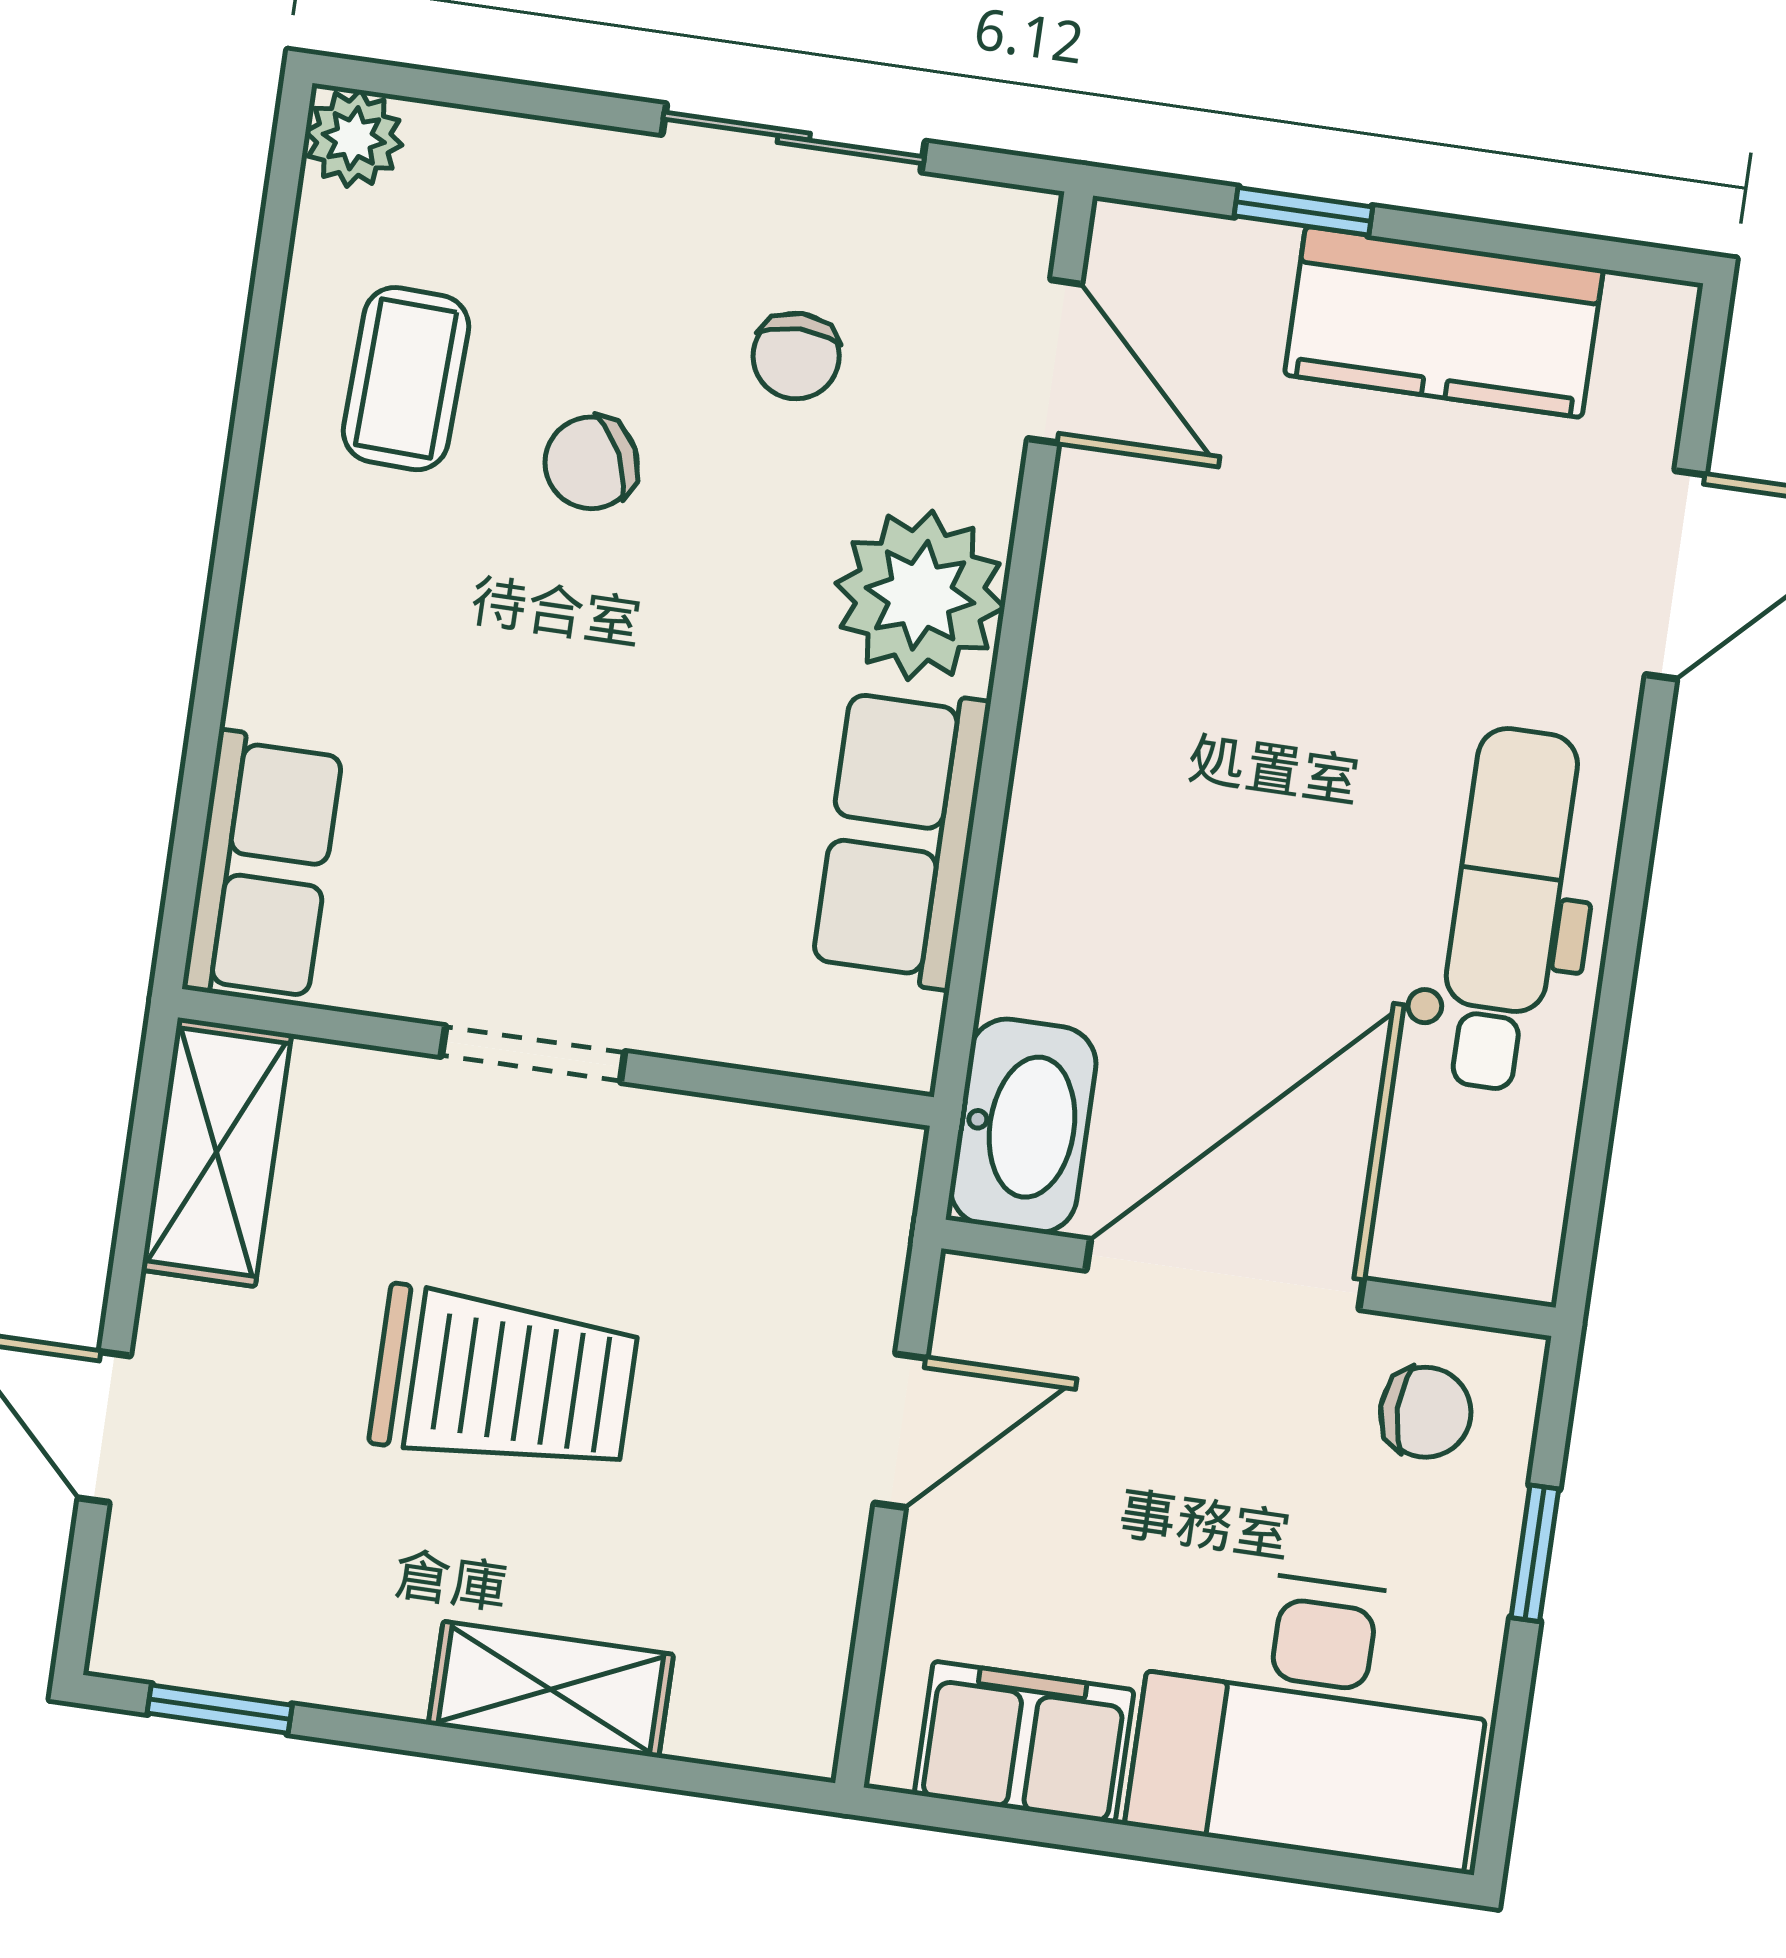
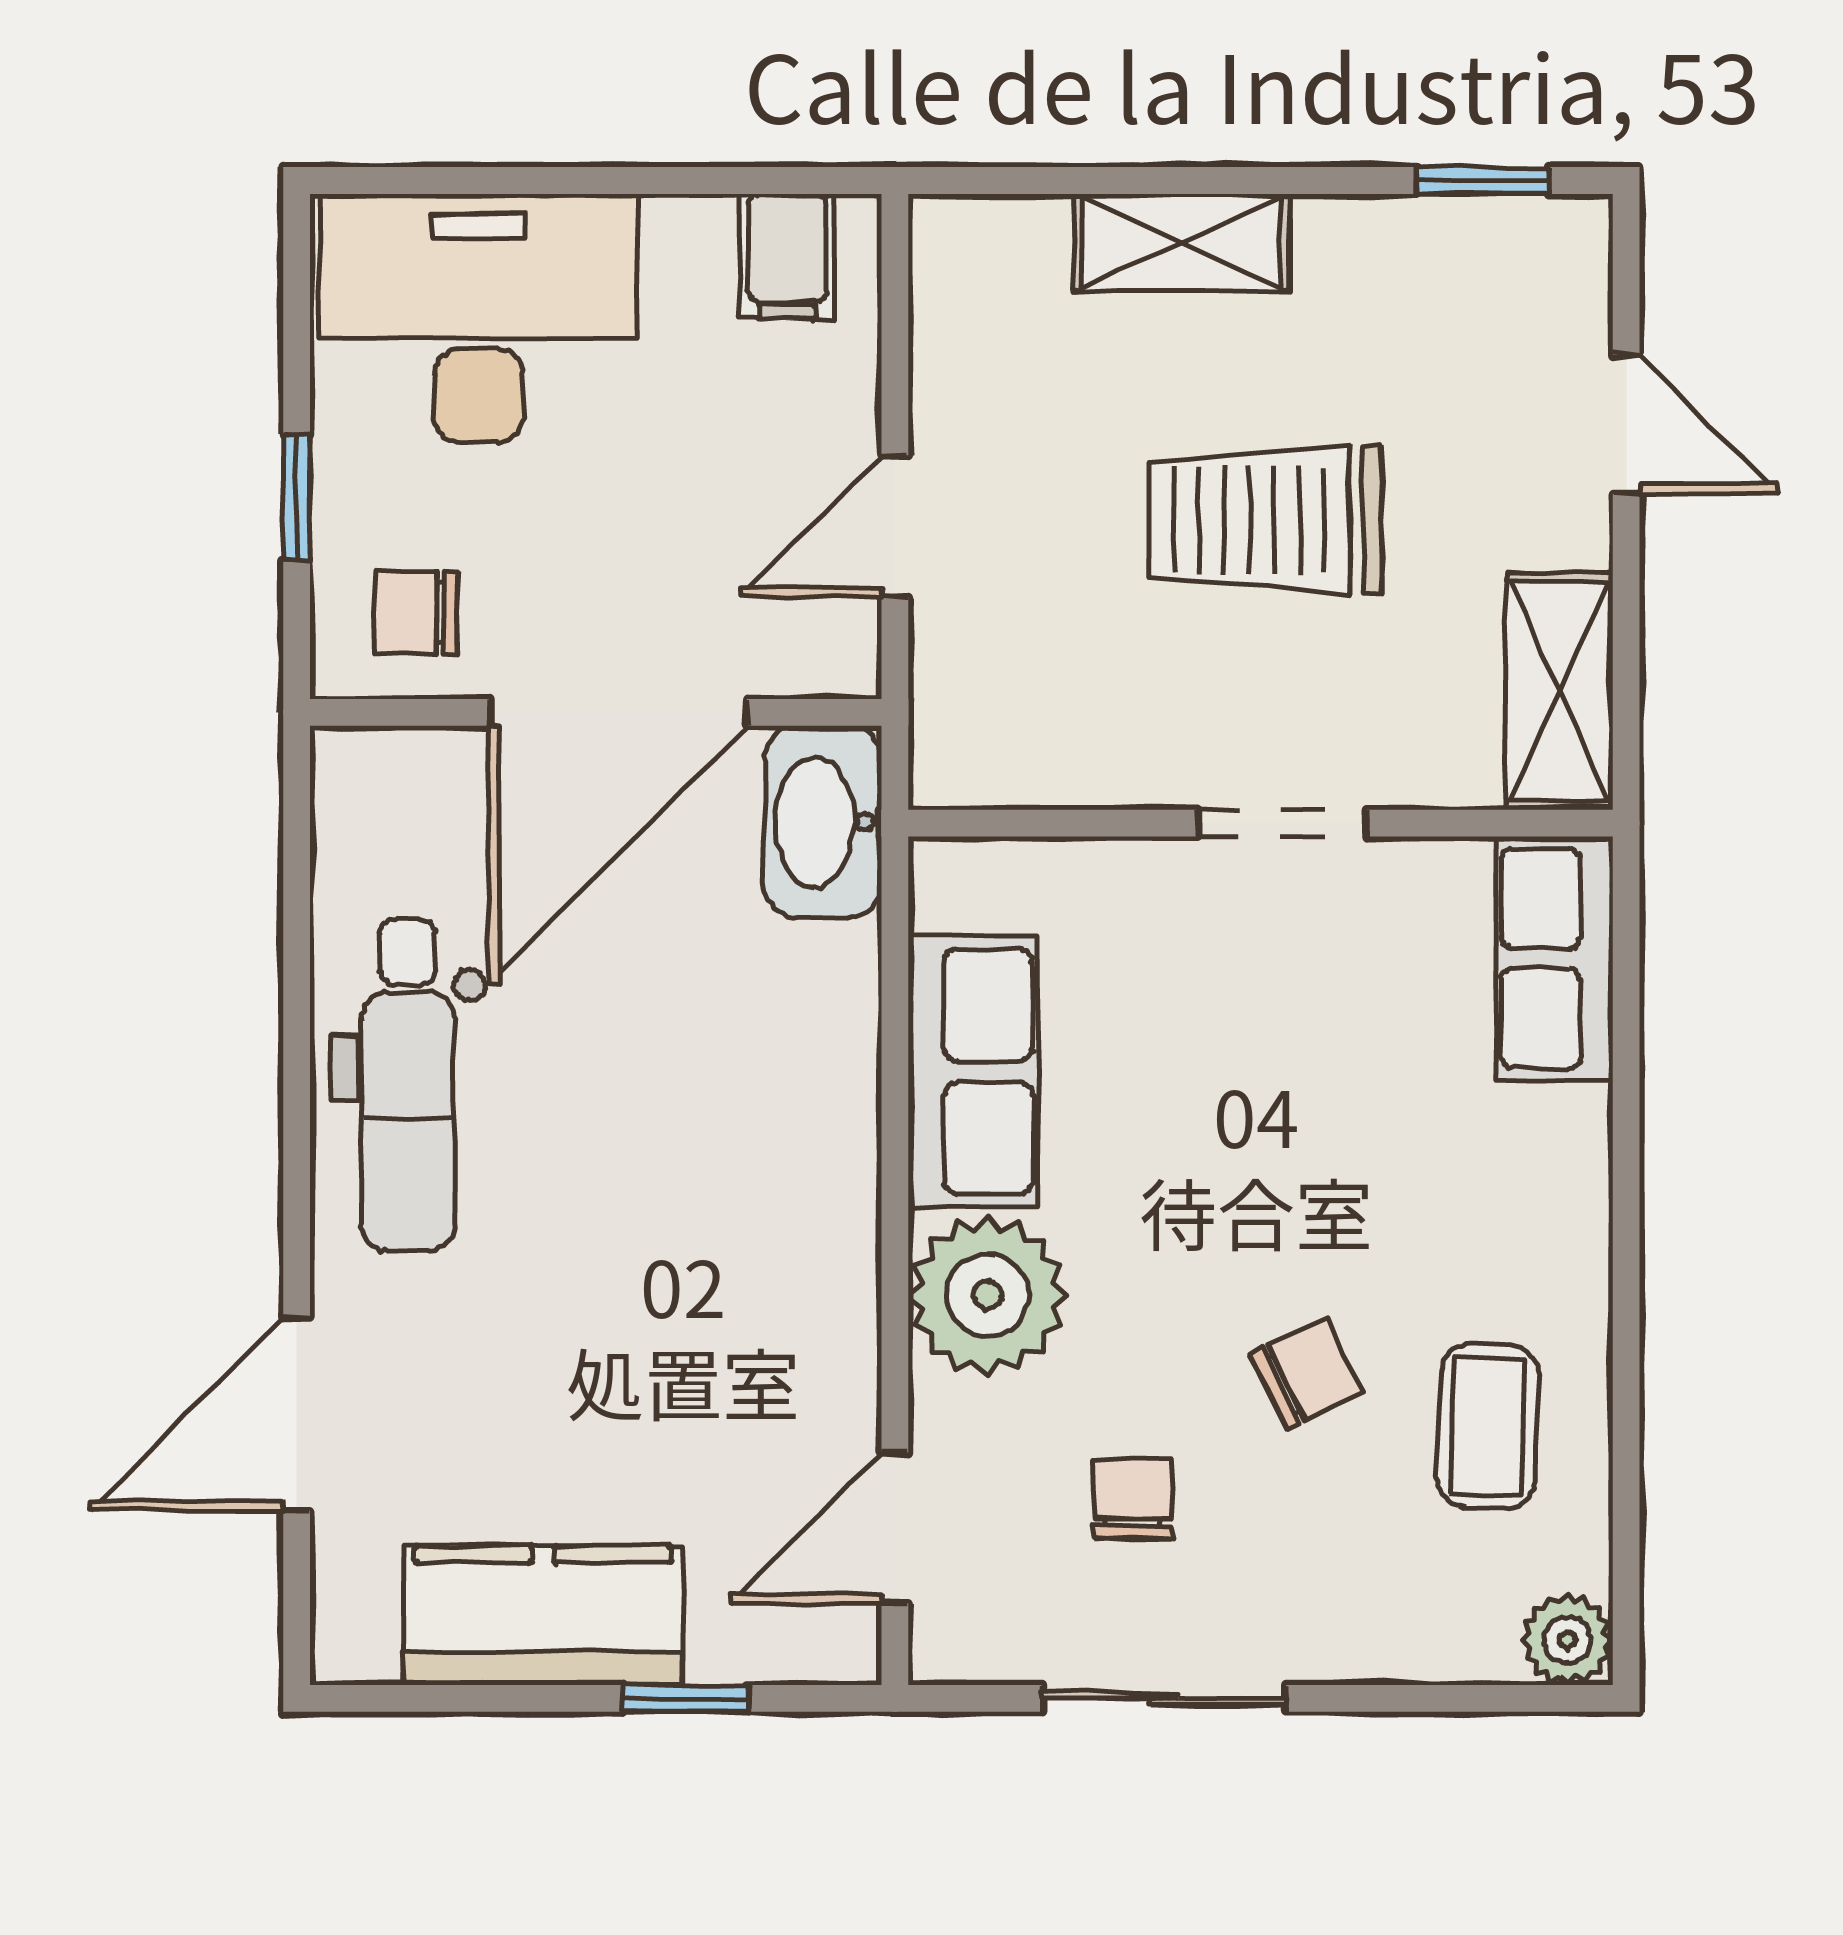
door: (1055, 361) -> (895, 1528), hinge flipped
filing cabinet: (1024, 1742) -> (787, 257), width x0.50

